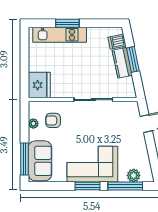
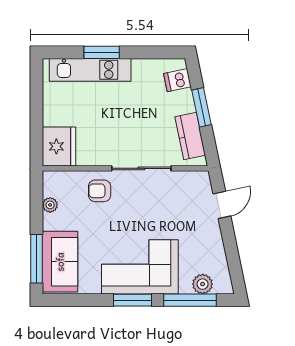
kitchen counter: (122, 63) -> (190, 136), moved
armchair: (53, 120) -> (100, 191), moved

